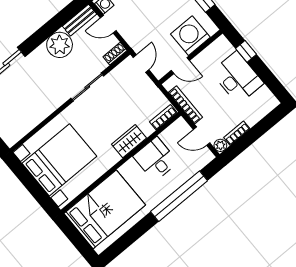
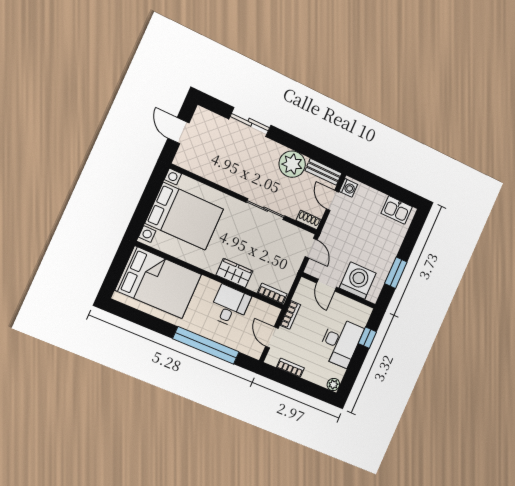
door: (141, 63) -> (311, 248), hinge flipped
bookcase: (185, 105) -> (290, 315), width x0.64
plant: (220, 145) -> (333, 385), moved

